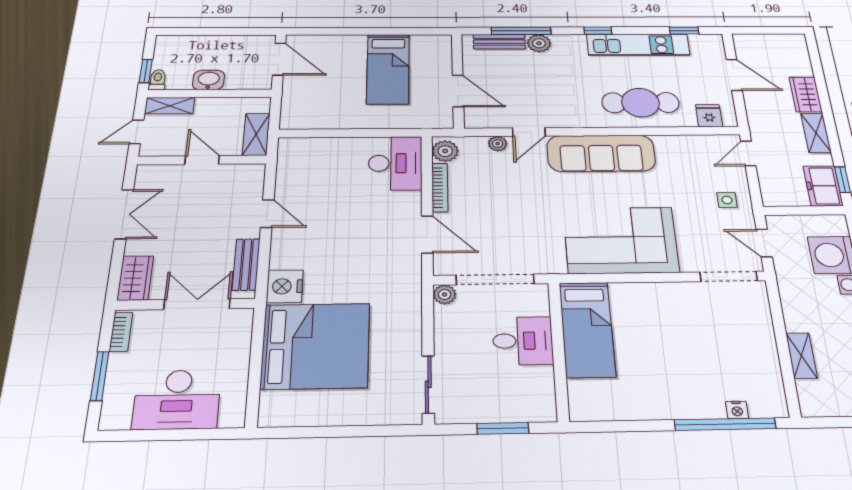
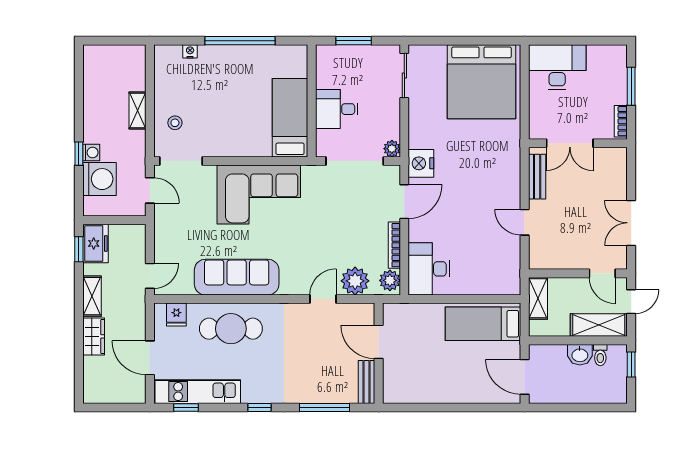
bench: (499, 42) -> (367, 382), moved, turned 90
plant: (539, 43) -> (310, 393), removed
kitchen unit: (638, 45) -> (198, 392), moved
bed: (388, 69) -> (483, 324), moved, turned -90
toilet: (158, 80) -> (600, 355), moved
shelving: (170, 106) -> (599, 325), width x1.50, depth x1.33
plant: (498, 144) -> (355, 281), width x1.87, depth x1.87
sofa: (601, 153) -> (237, 277), moved
door: (202, 160) -> (602, 273), moved
side table: (727, 200) -> (173, 231), removed
door: (427, 234) -> (404, 202), swing flipped
wardrobe: (135, 278) -> (616, 166), removed
nightstand: (285, 286) -> (421, 163), moved, turned 180
stool: (744, 321) -> (175, 123), added
bed: (316, 346) -> (482, 82), moved, turned -90
shelving: (801, 356) -> (138, 111), moved
desk: (177, 399) -> (557, 67), moved
window: (725, 424) -> (240, 41), moved

